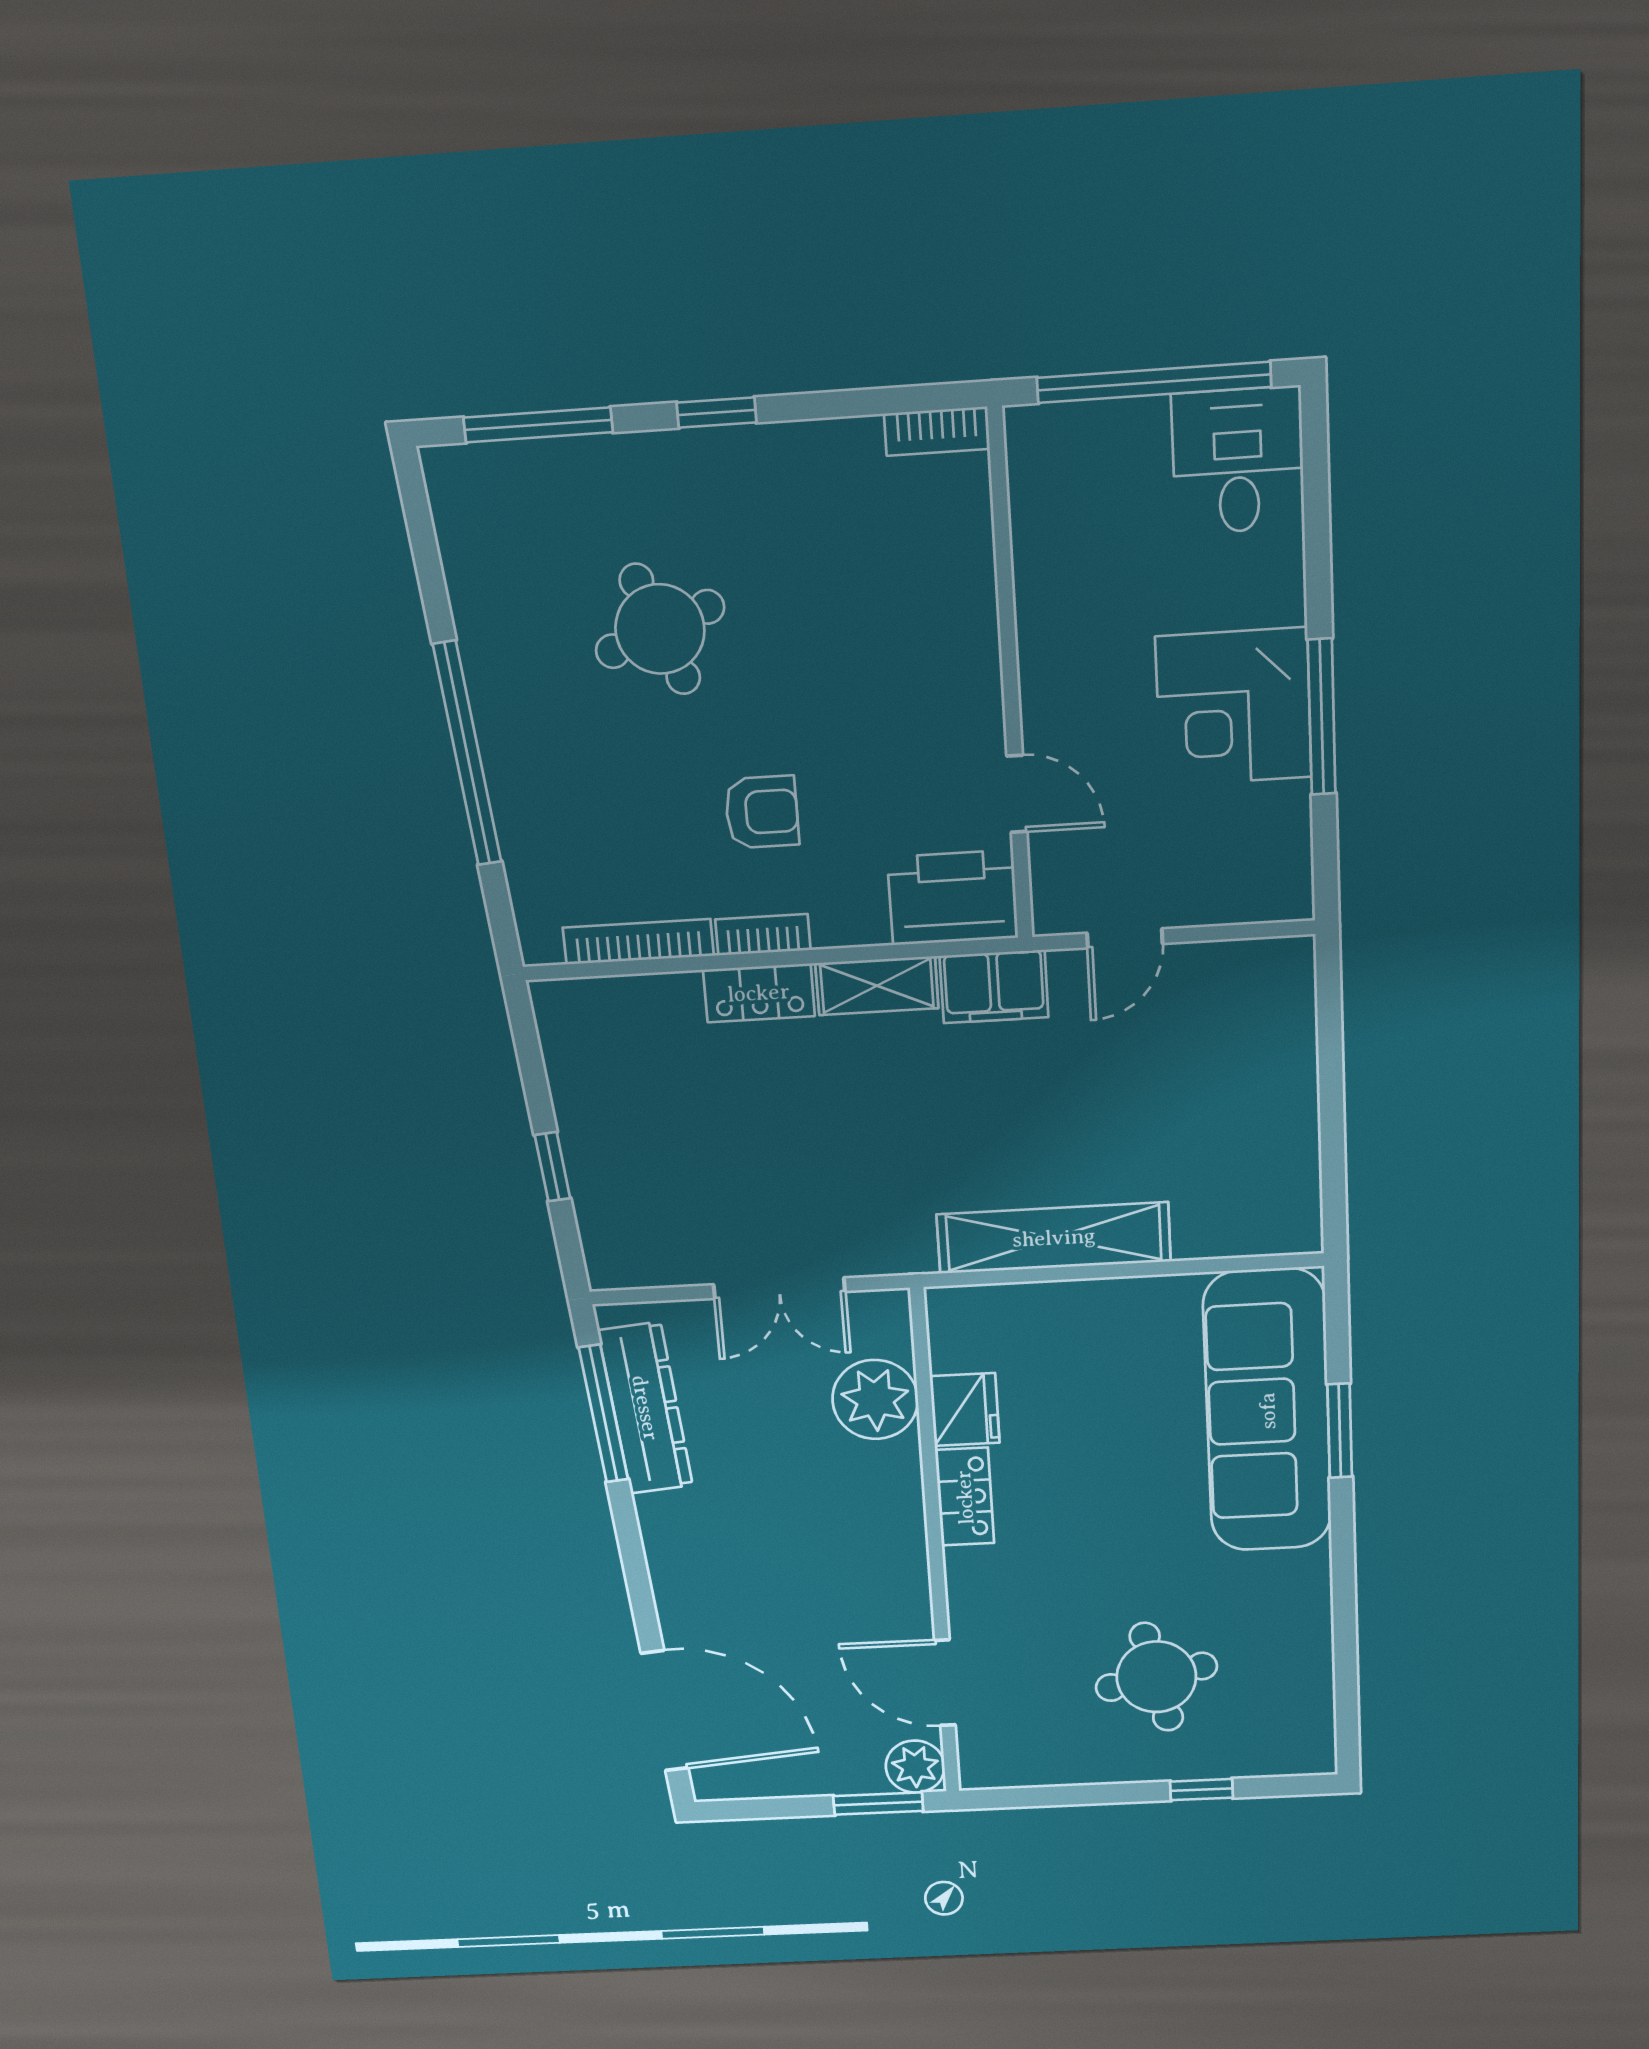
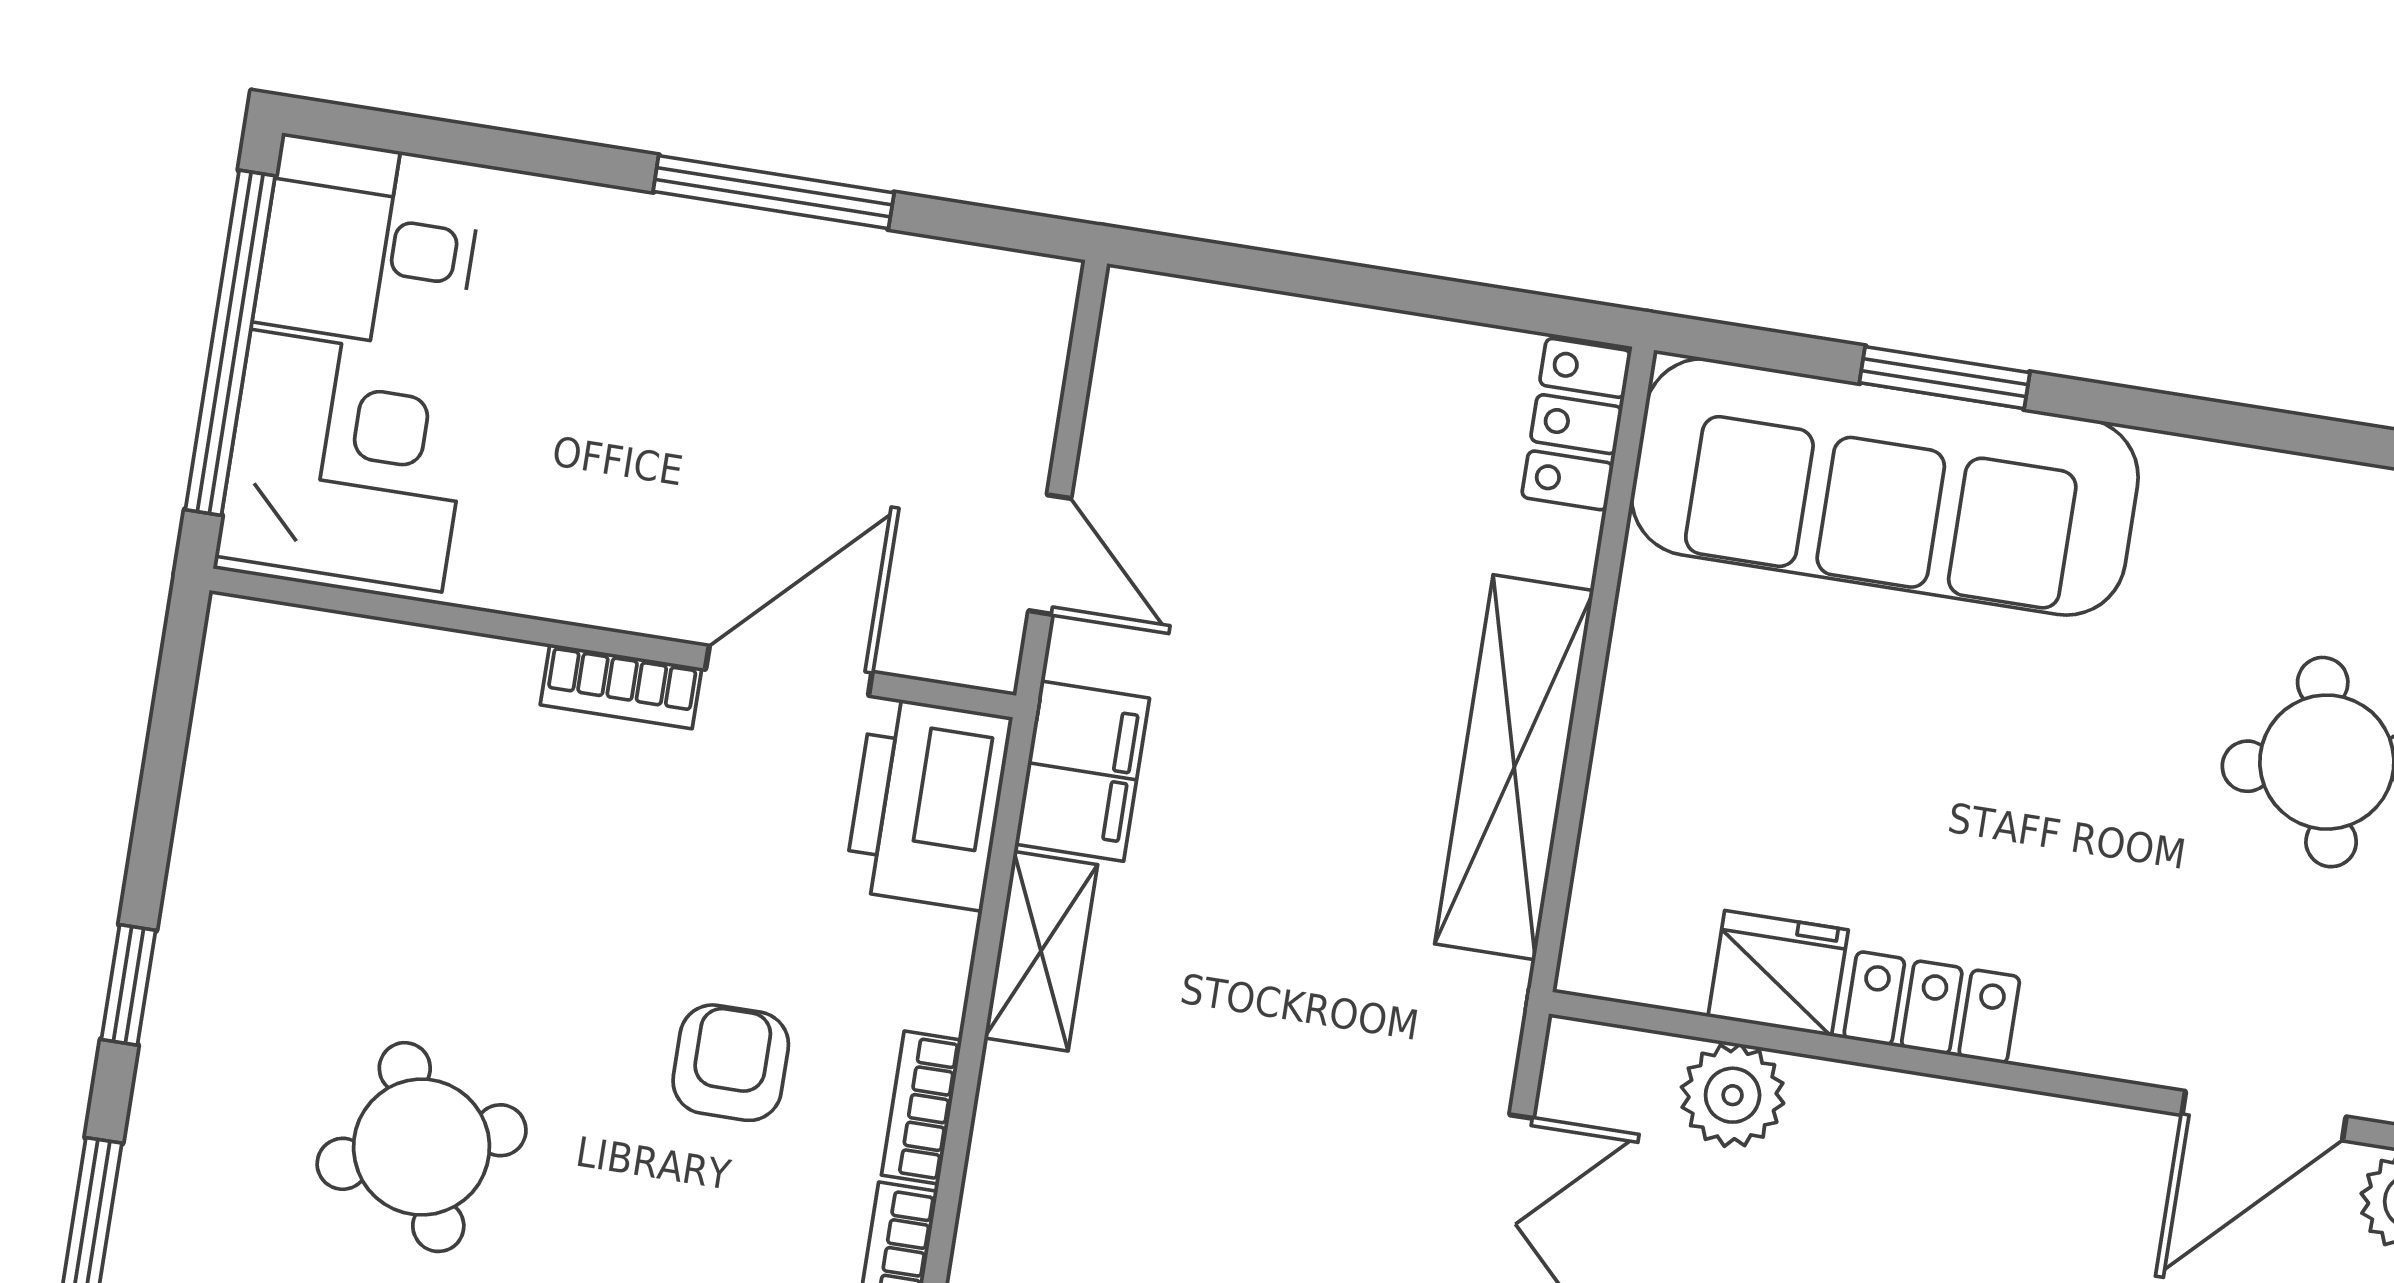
bookcase: (937, 431) -> (621, 686), moved, turned 90
corner desk: (1234, 707) -> (346, 461), moved, turned -90
door: (1017, 794) -> (789, 671), width x1.38
locker: (759, 993) -> (1576, 424), moved, turned 180
plant: (875, 1400) -> (1733, 1095), width x0.73, depth x0.73

